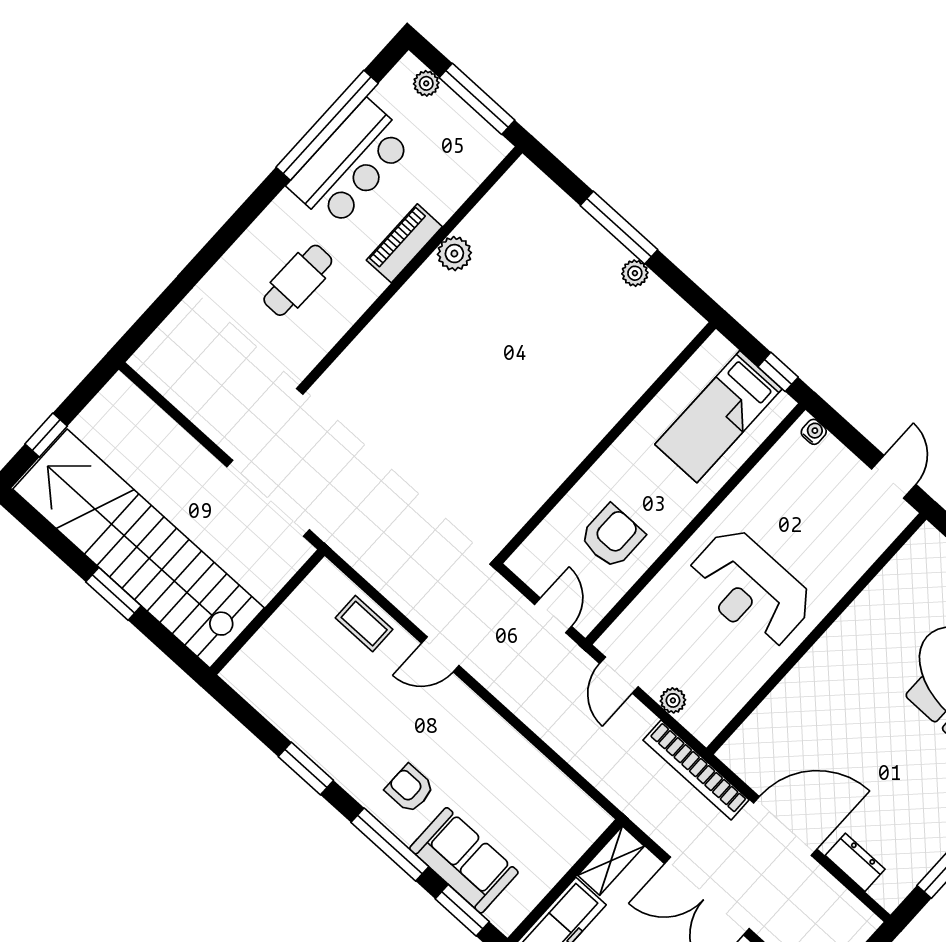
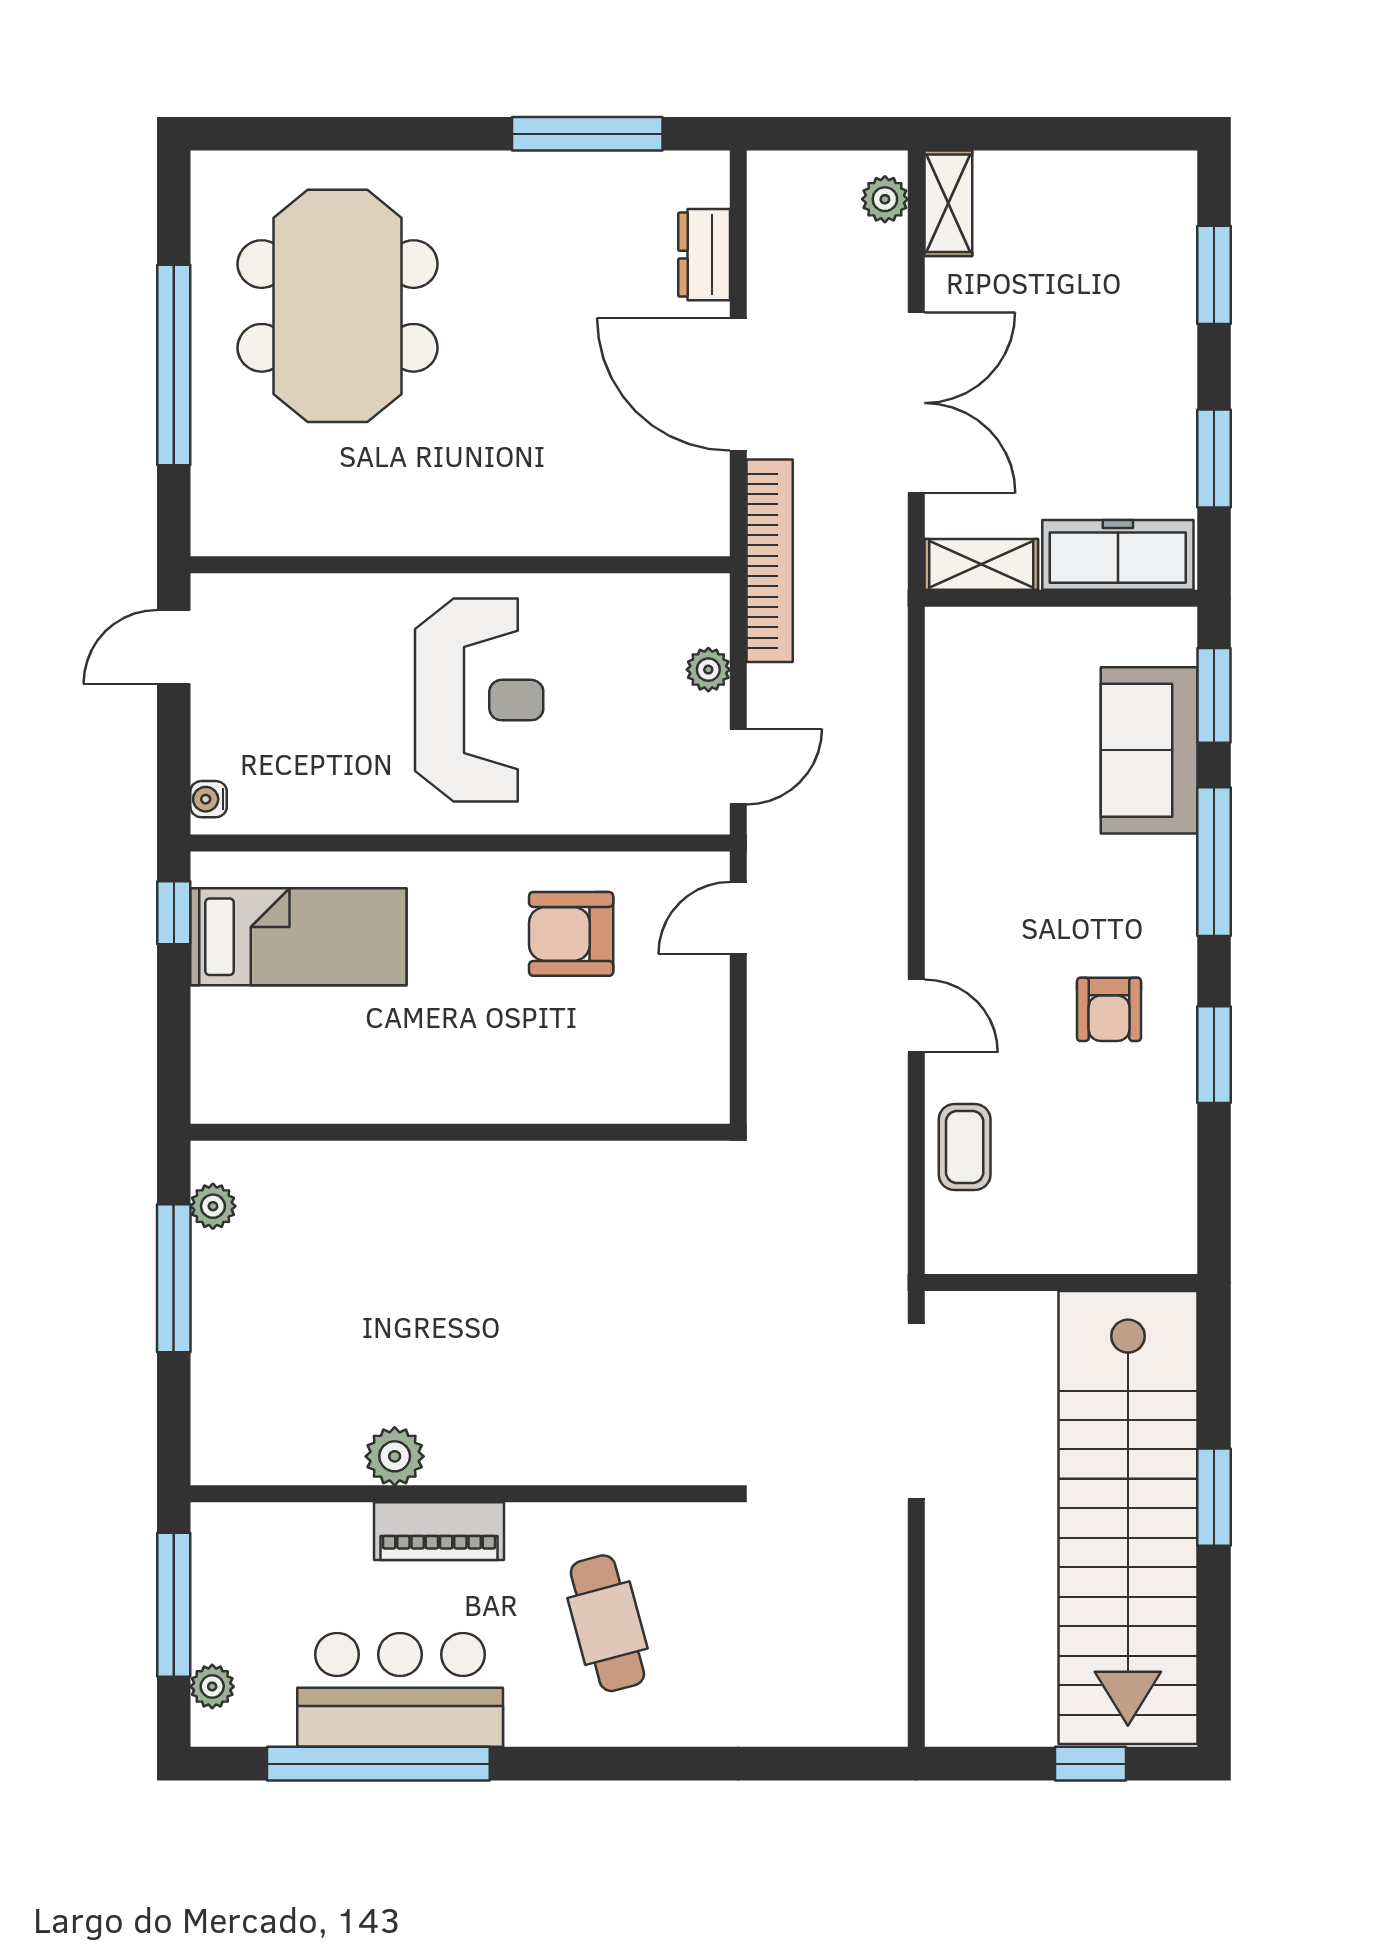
cafe table: (298, 280) -> (607, 1623), turned 74
wall: (606, 443) -> (460, 1132), moved
armchair: (410, 789) -> (1109, 1009), moved

